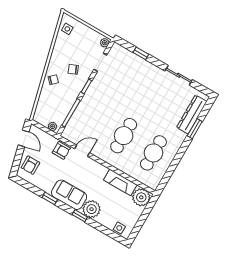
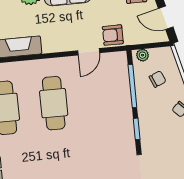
chair: (73, 69) -> (158, 79), moved

